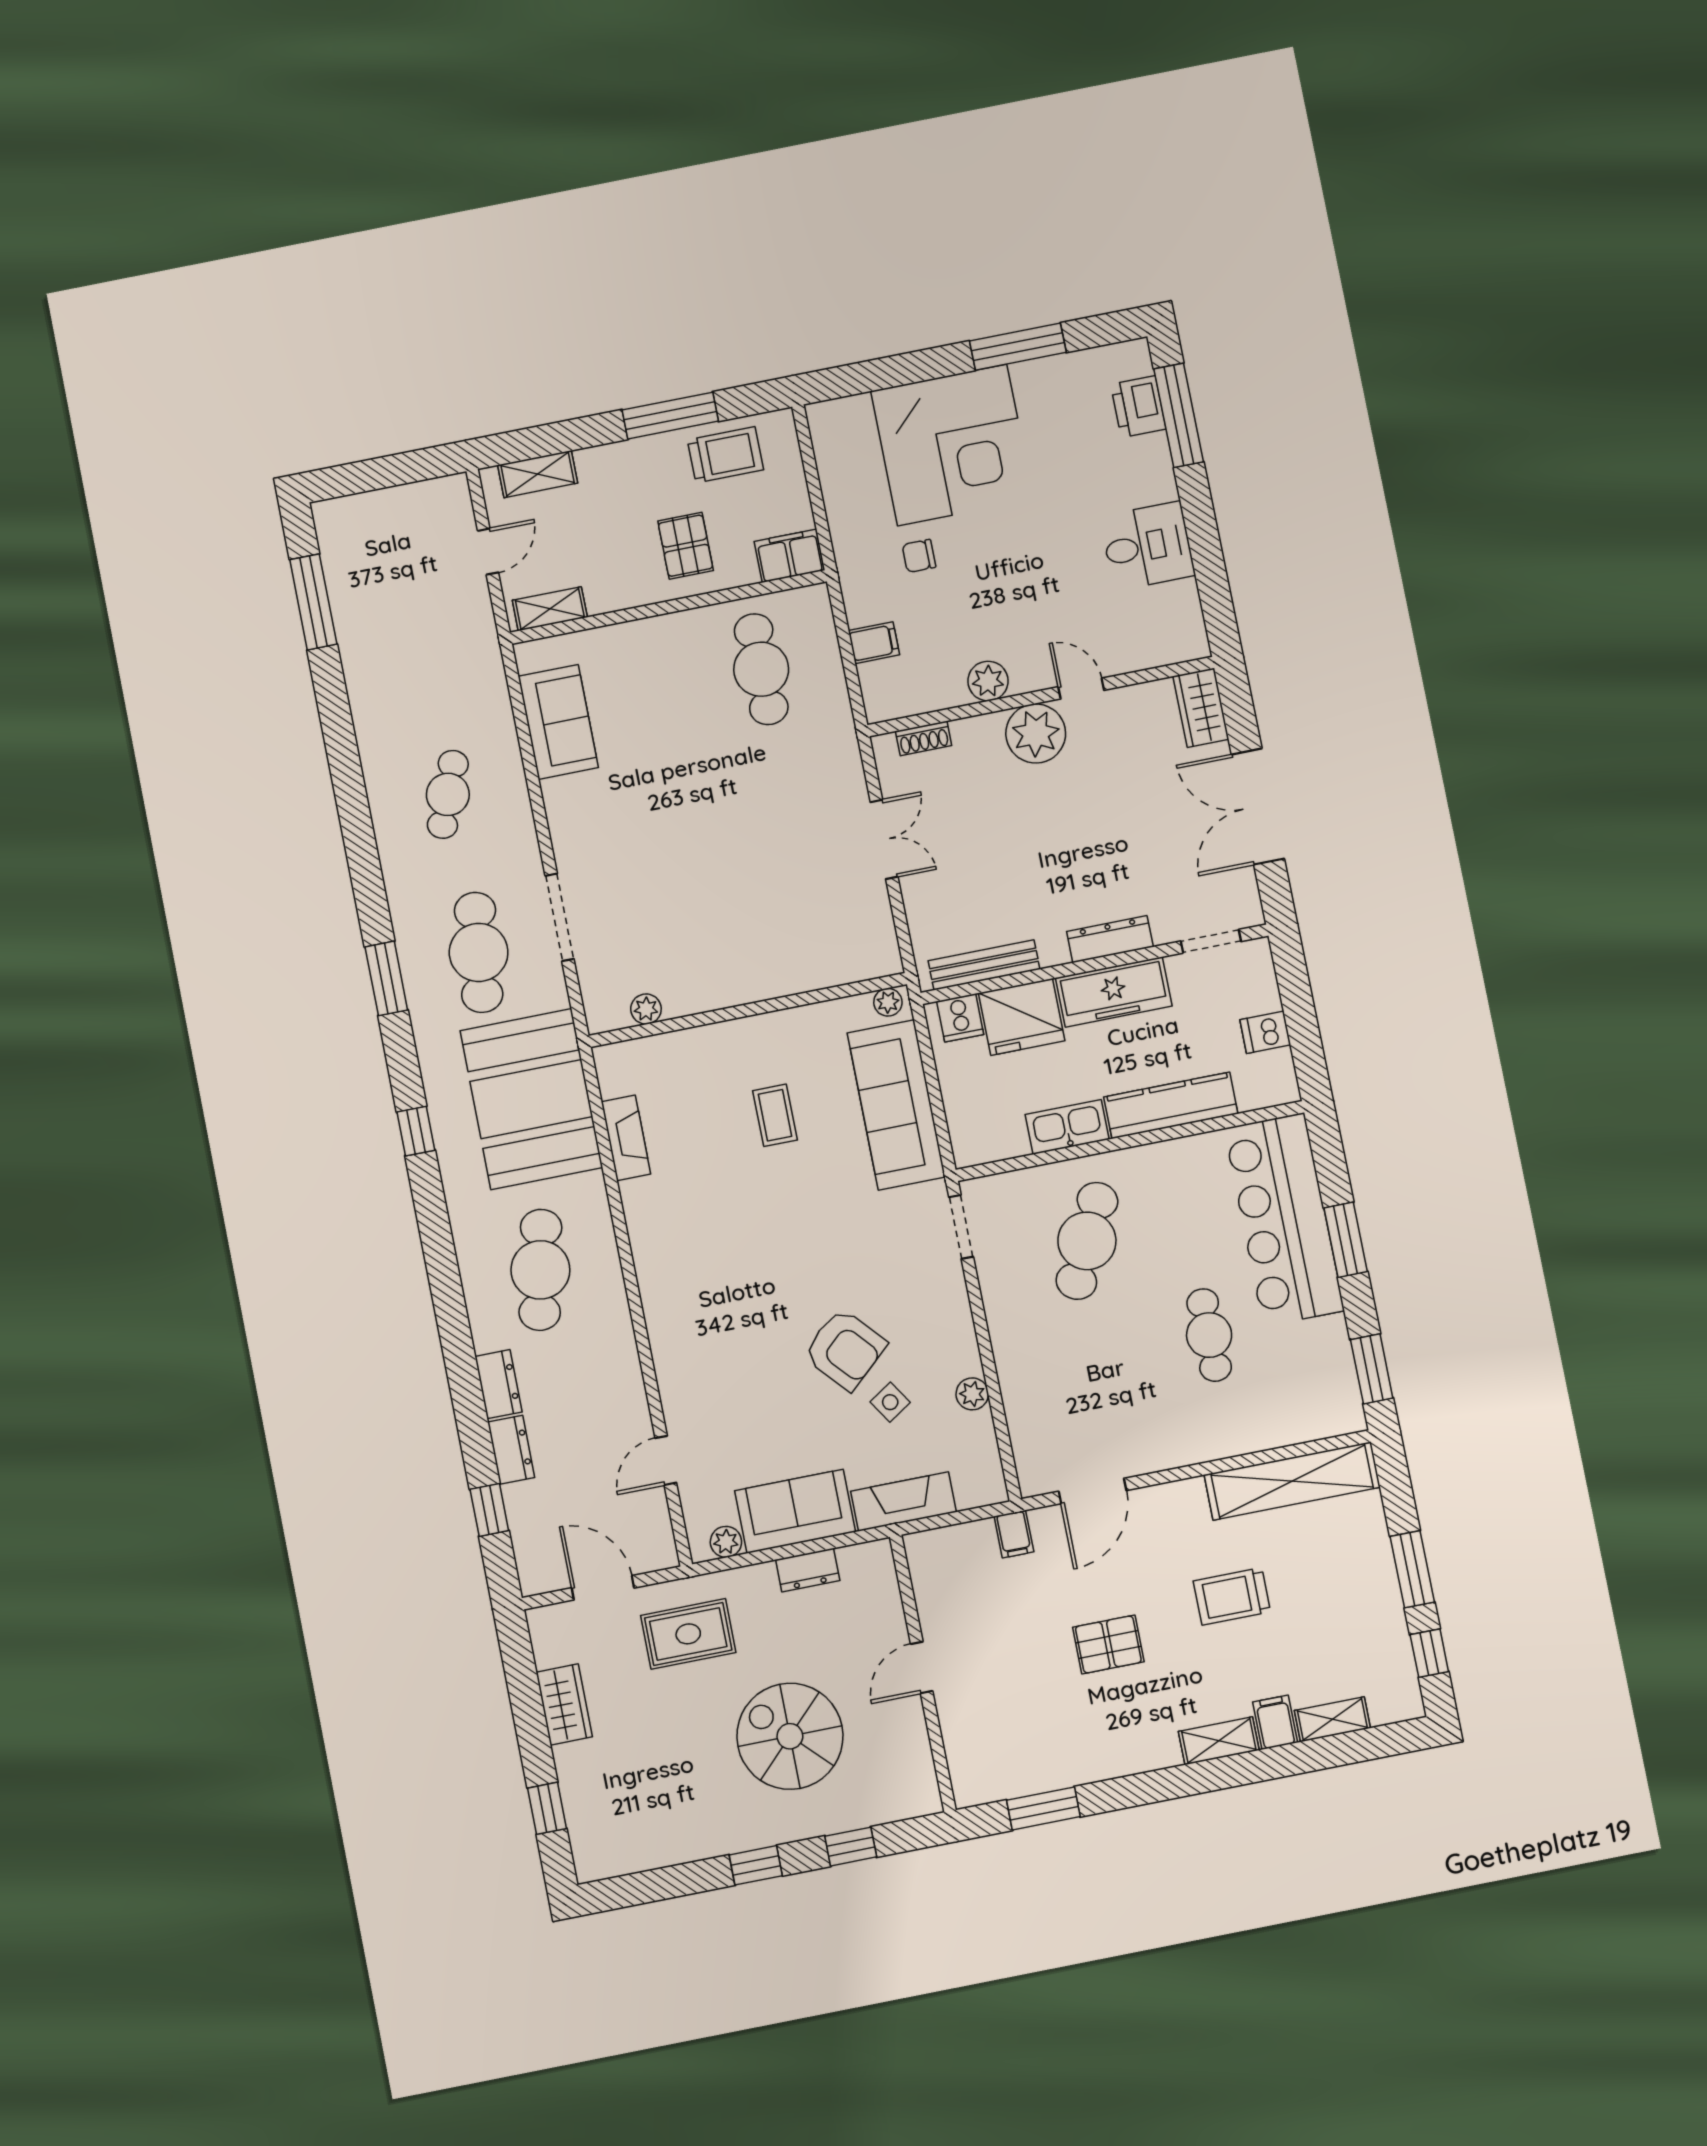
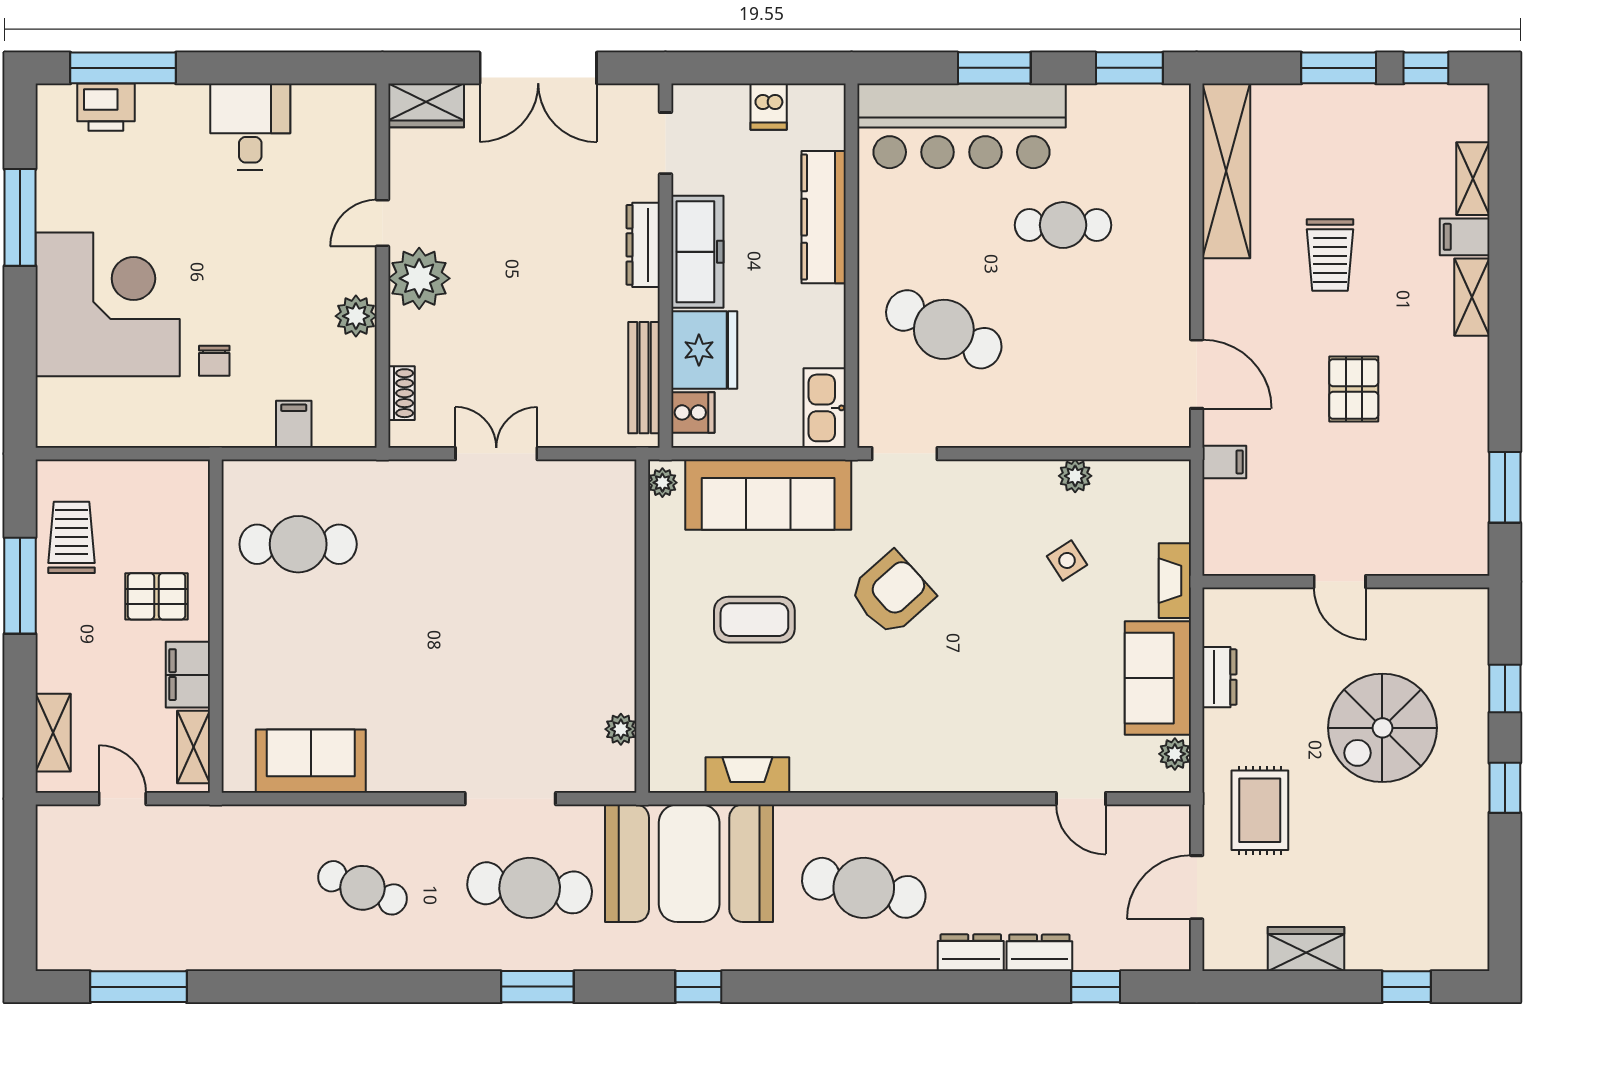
filing cabinet: (790, 556) -> (188, 675), moved
coffee table: (775, 1115) -> (754, 620), width x1.36, depth x1.30
kitchen sink: (1067, 1127) -> (825, 408), moved
armchair: (845, 1349) -> (892, 593), moved
fireplace: (903, 1502) -> (1175, 581), width x0.73, depth x0.76

